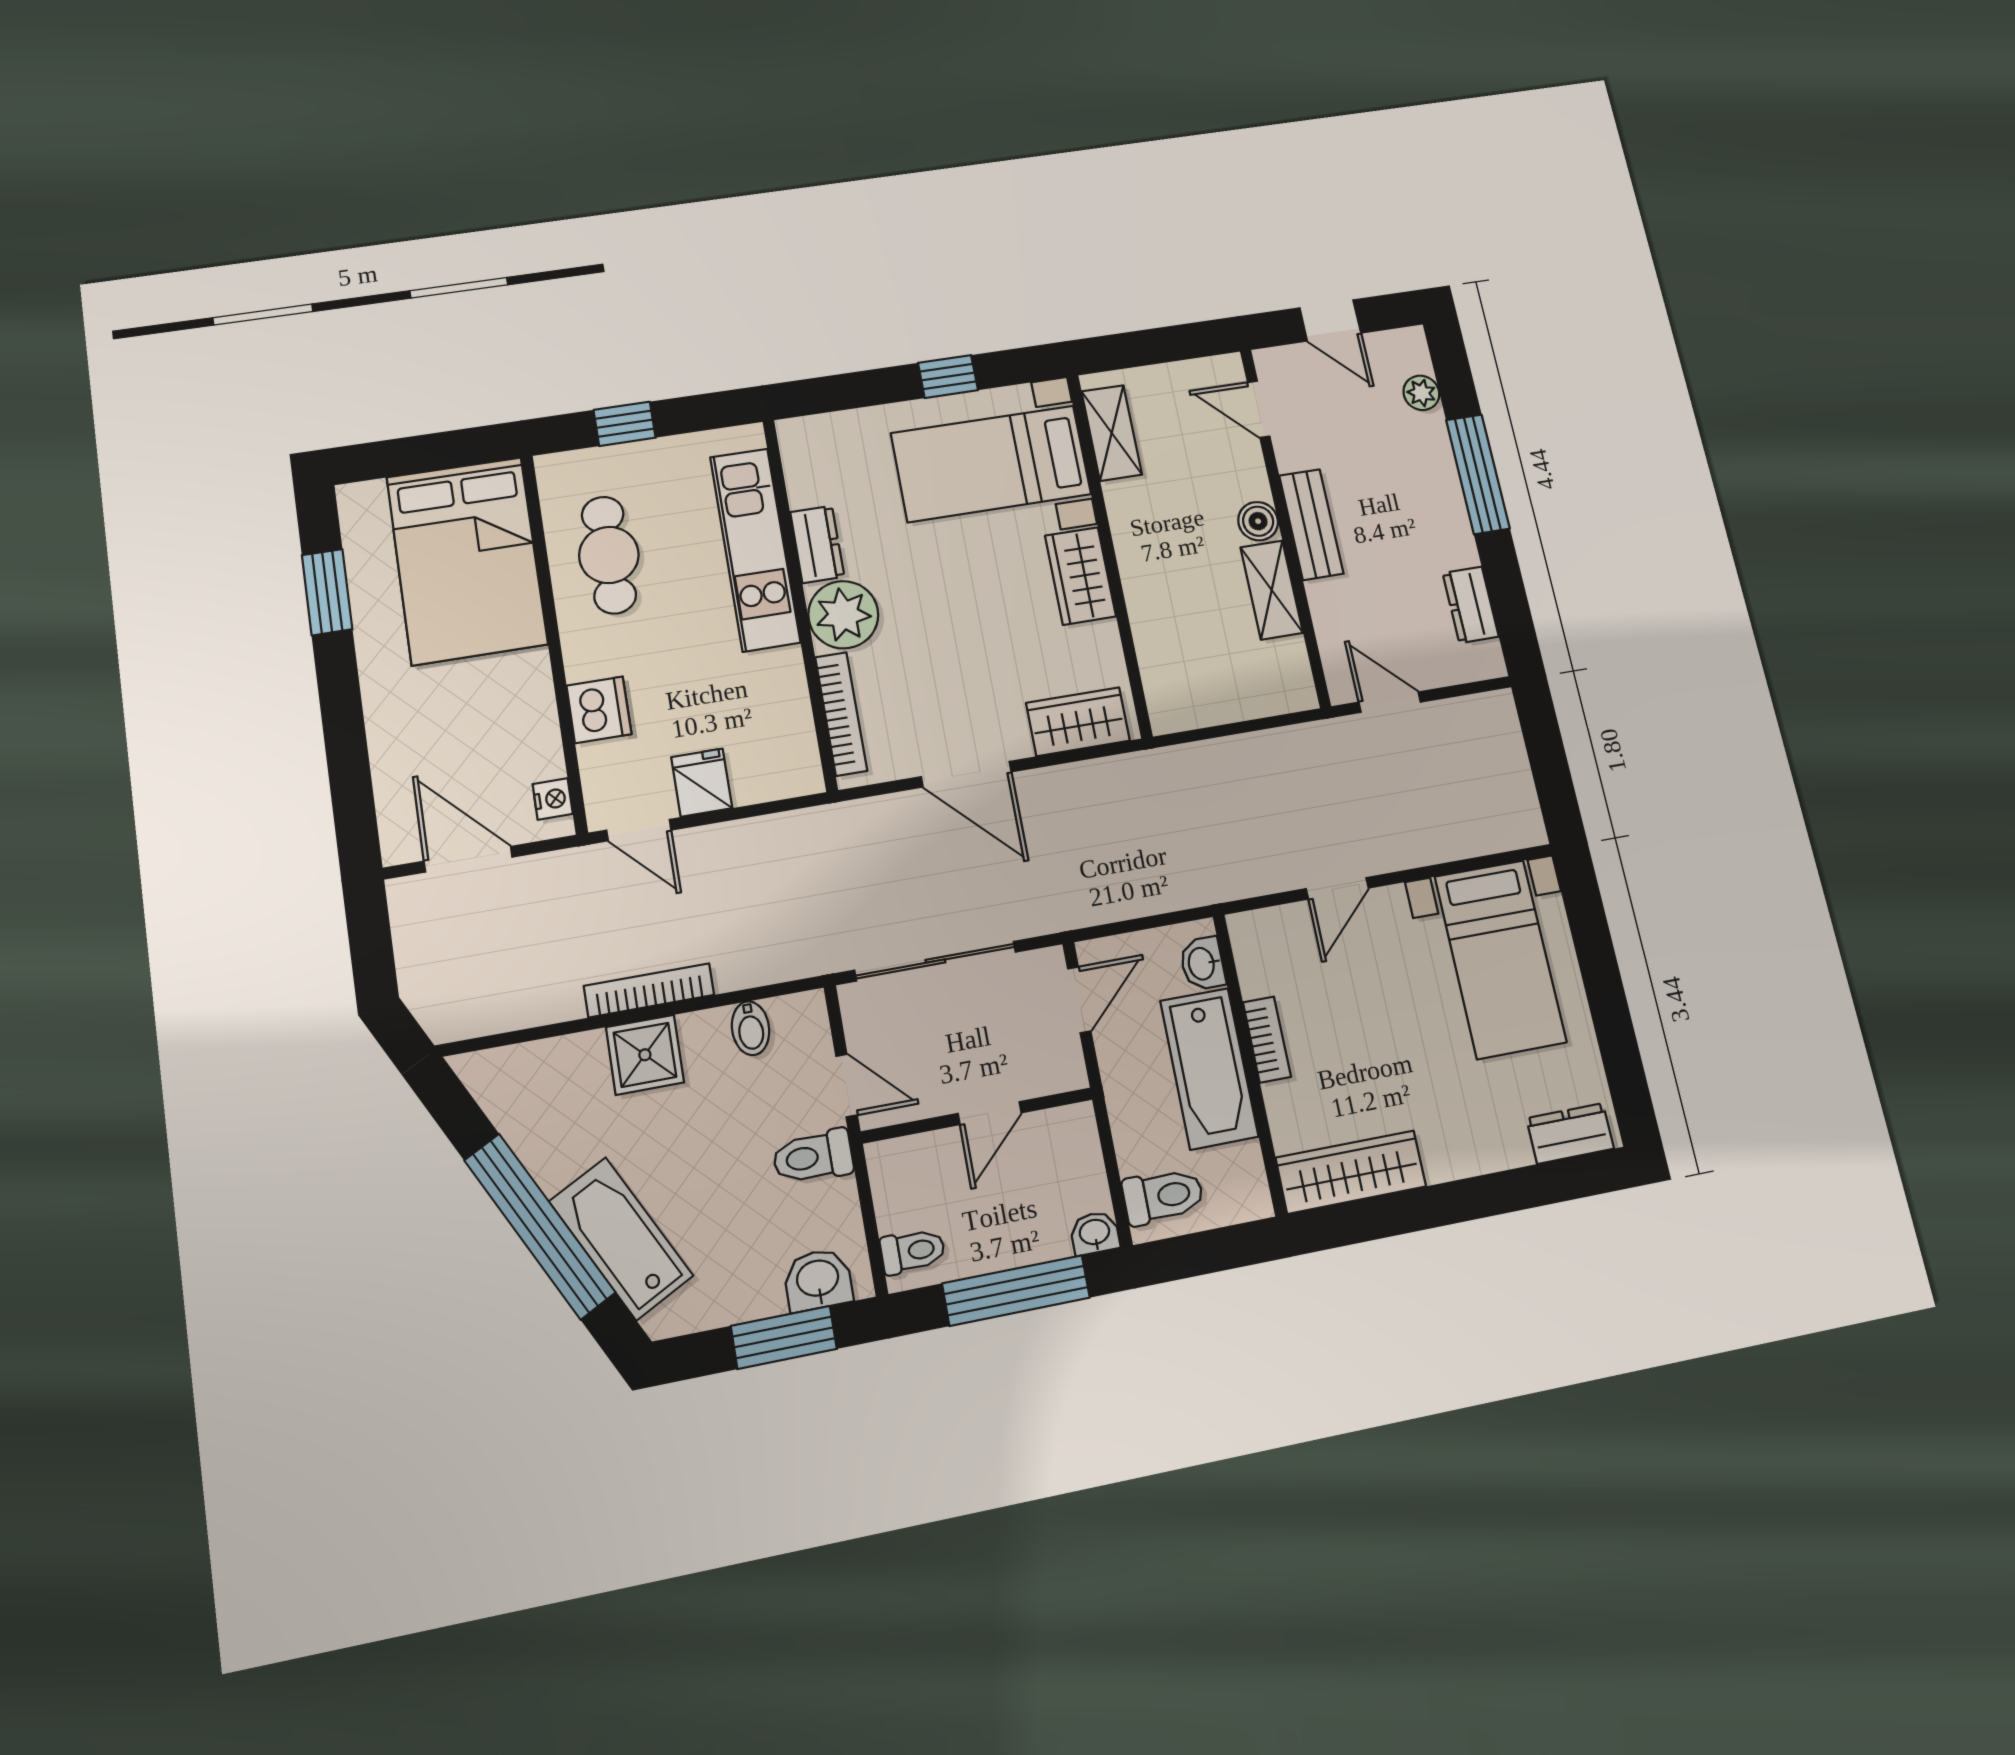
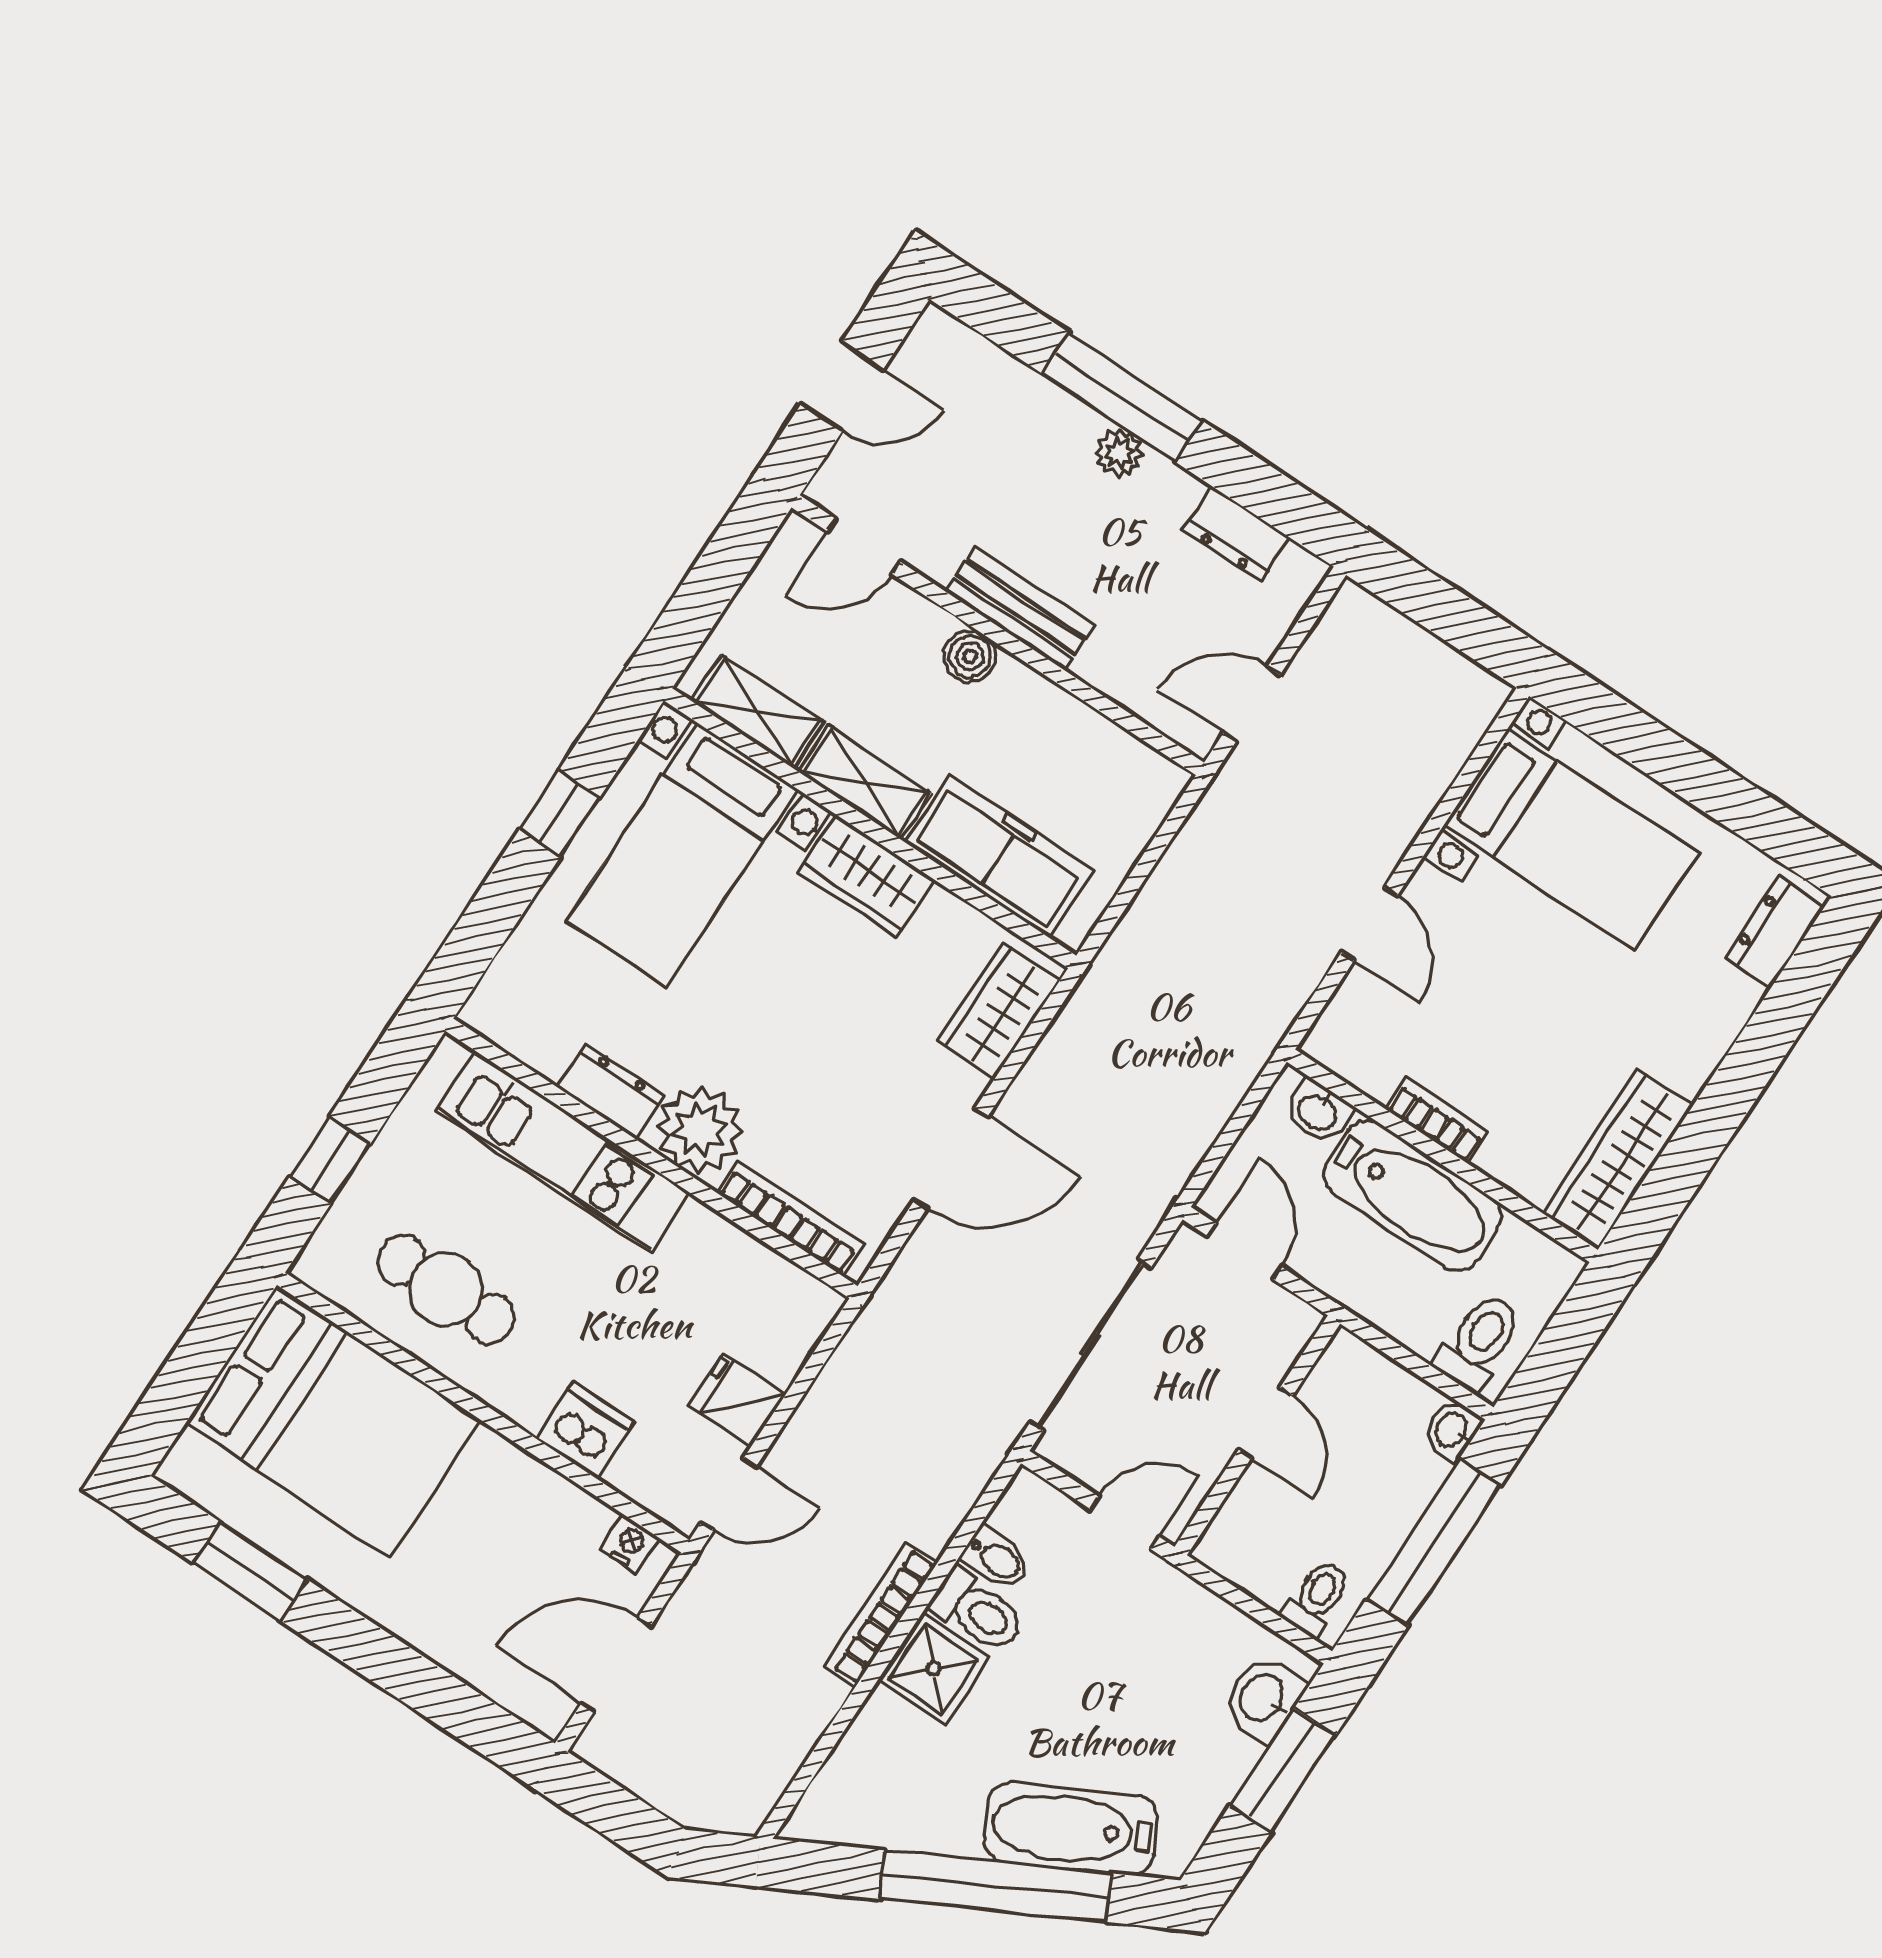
plant: (1421, 393) -> (1119, 453), moved
shelving: (1272, 590) -> (864, 782), moved
freezer: (1165, 640) -> (999, 857), added
toilet: (813, 1157) -> (978, 1611), moved, turned -90

